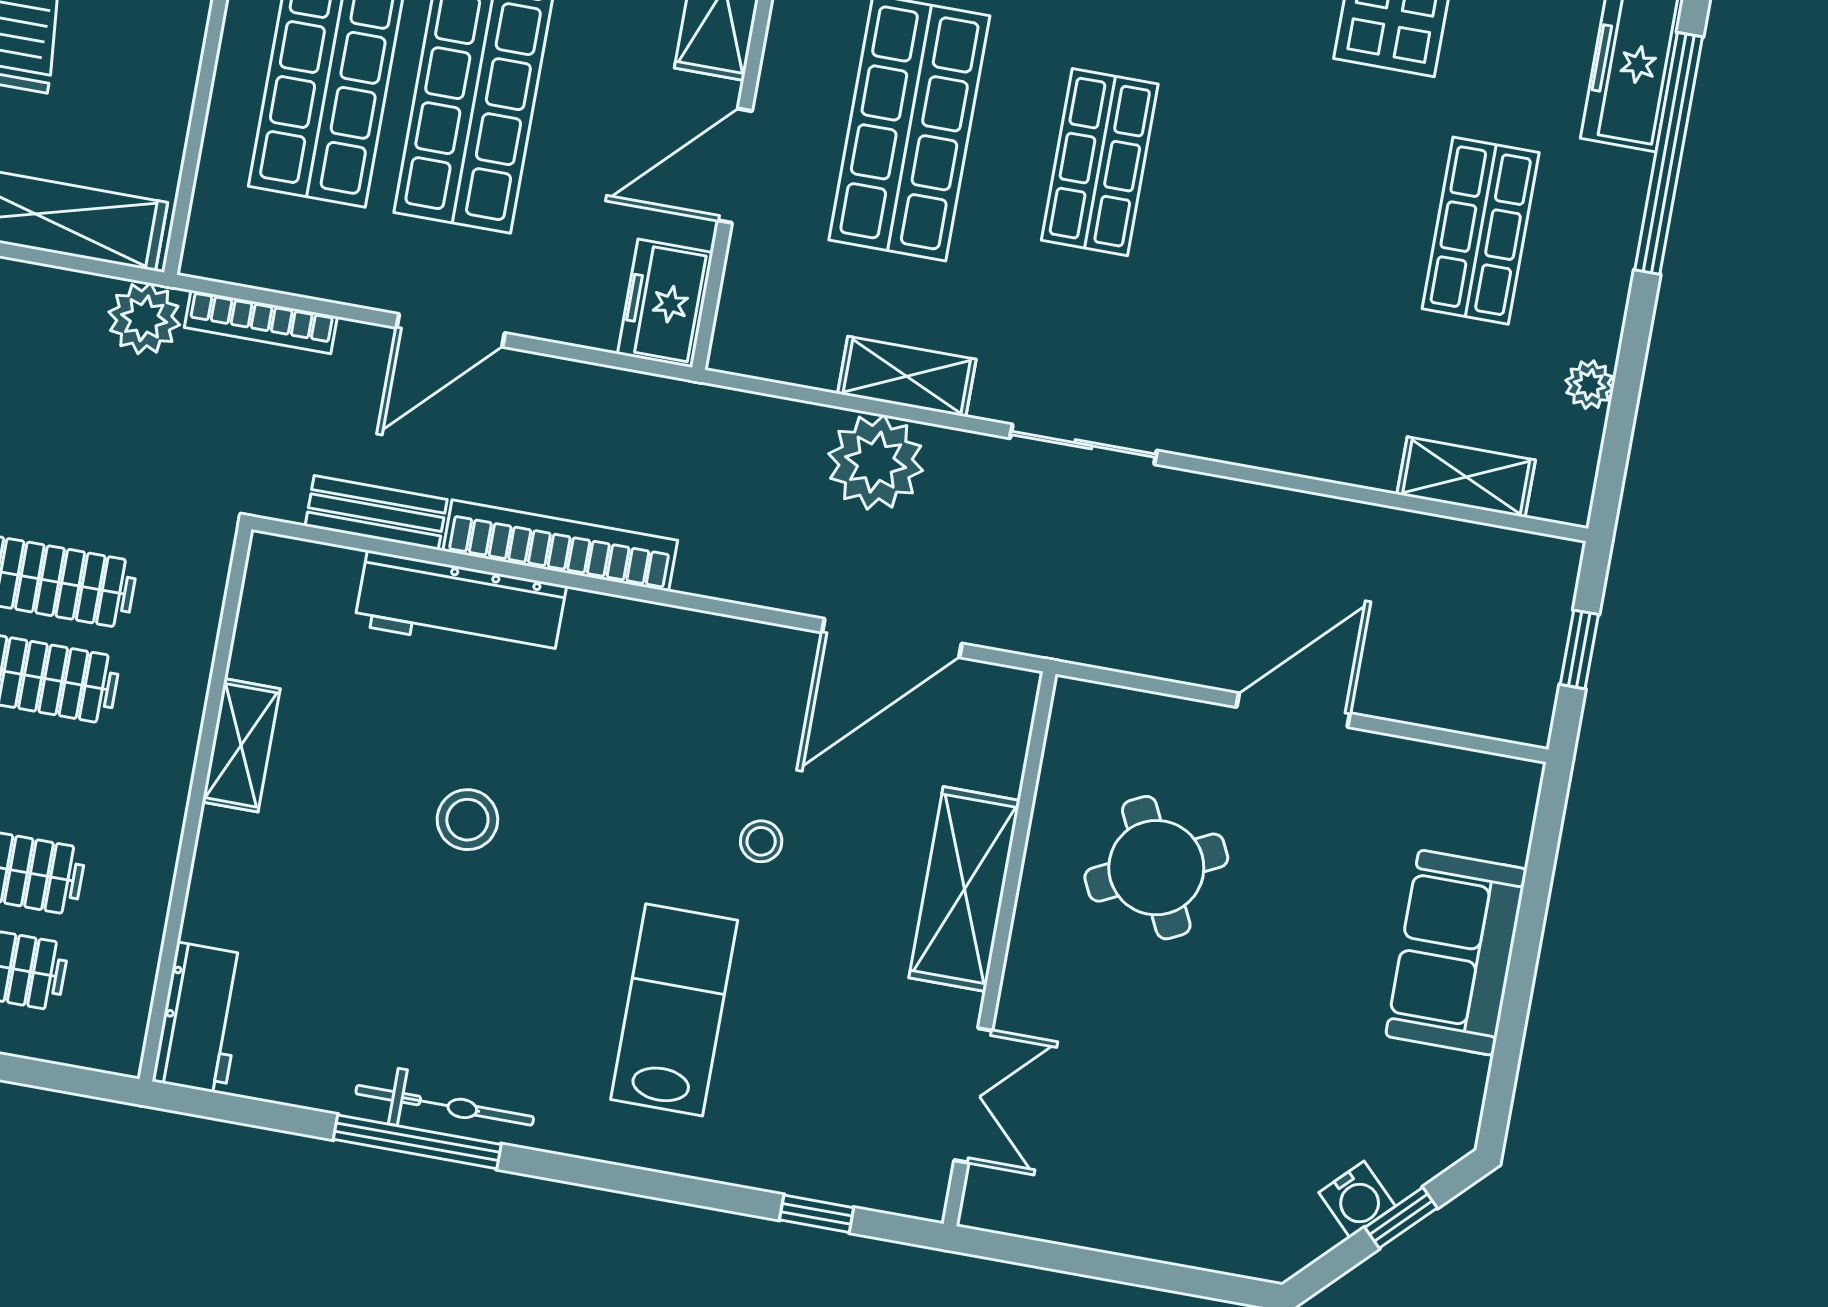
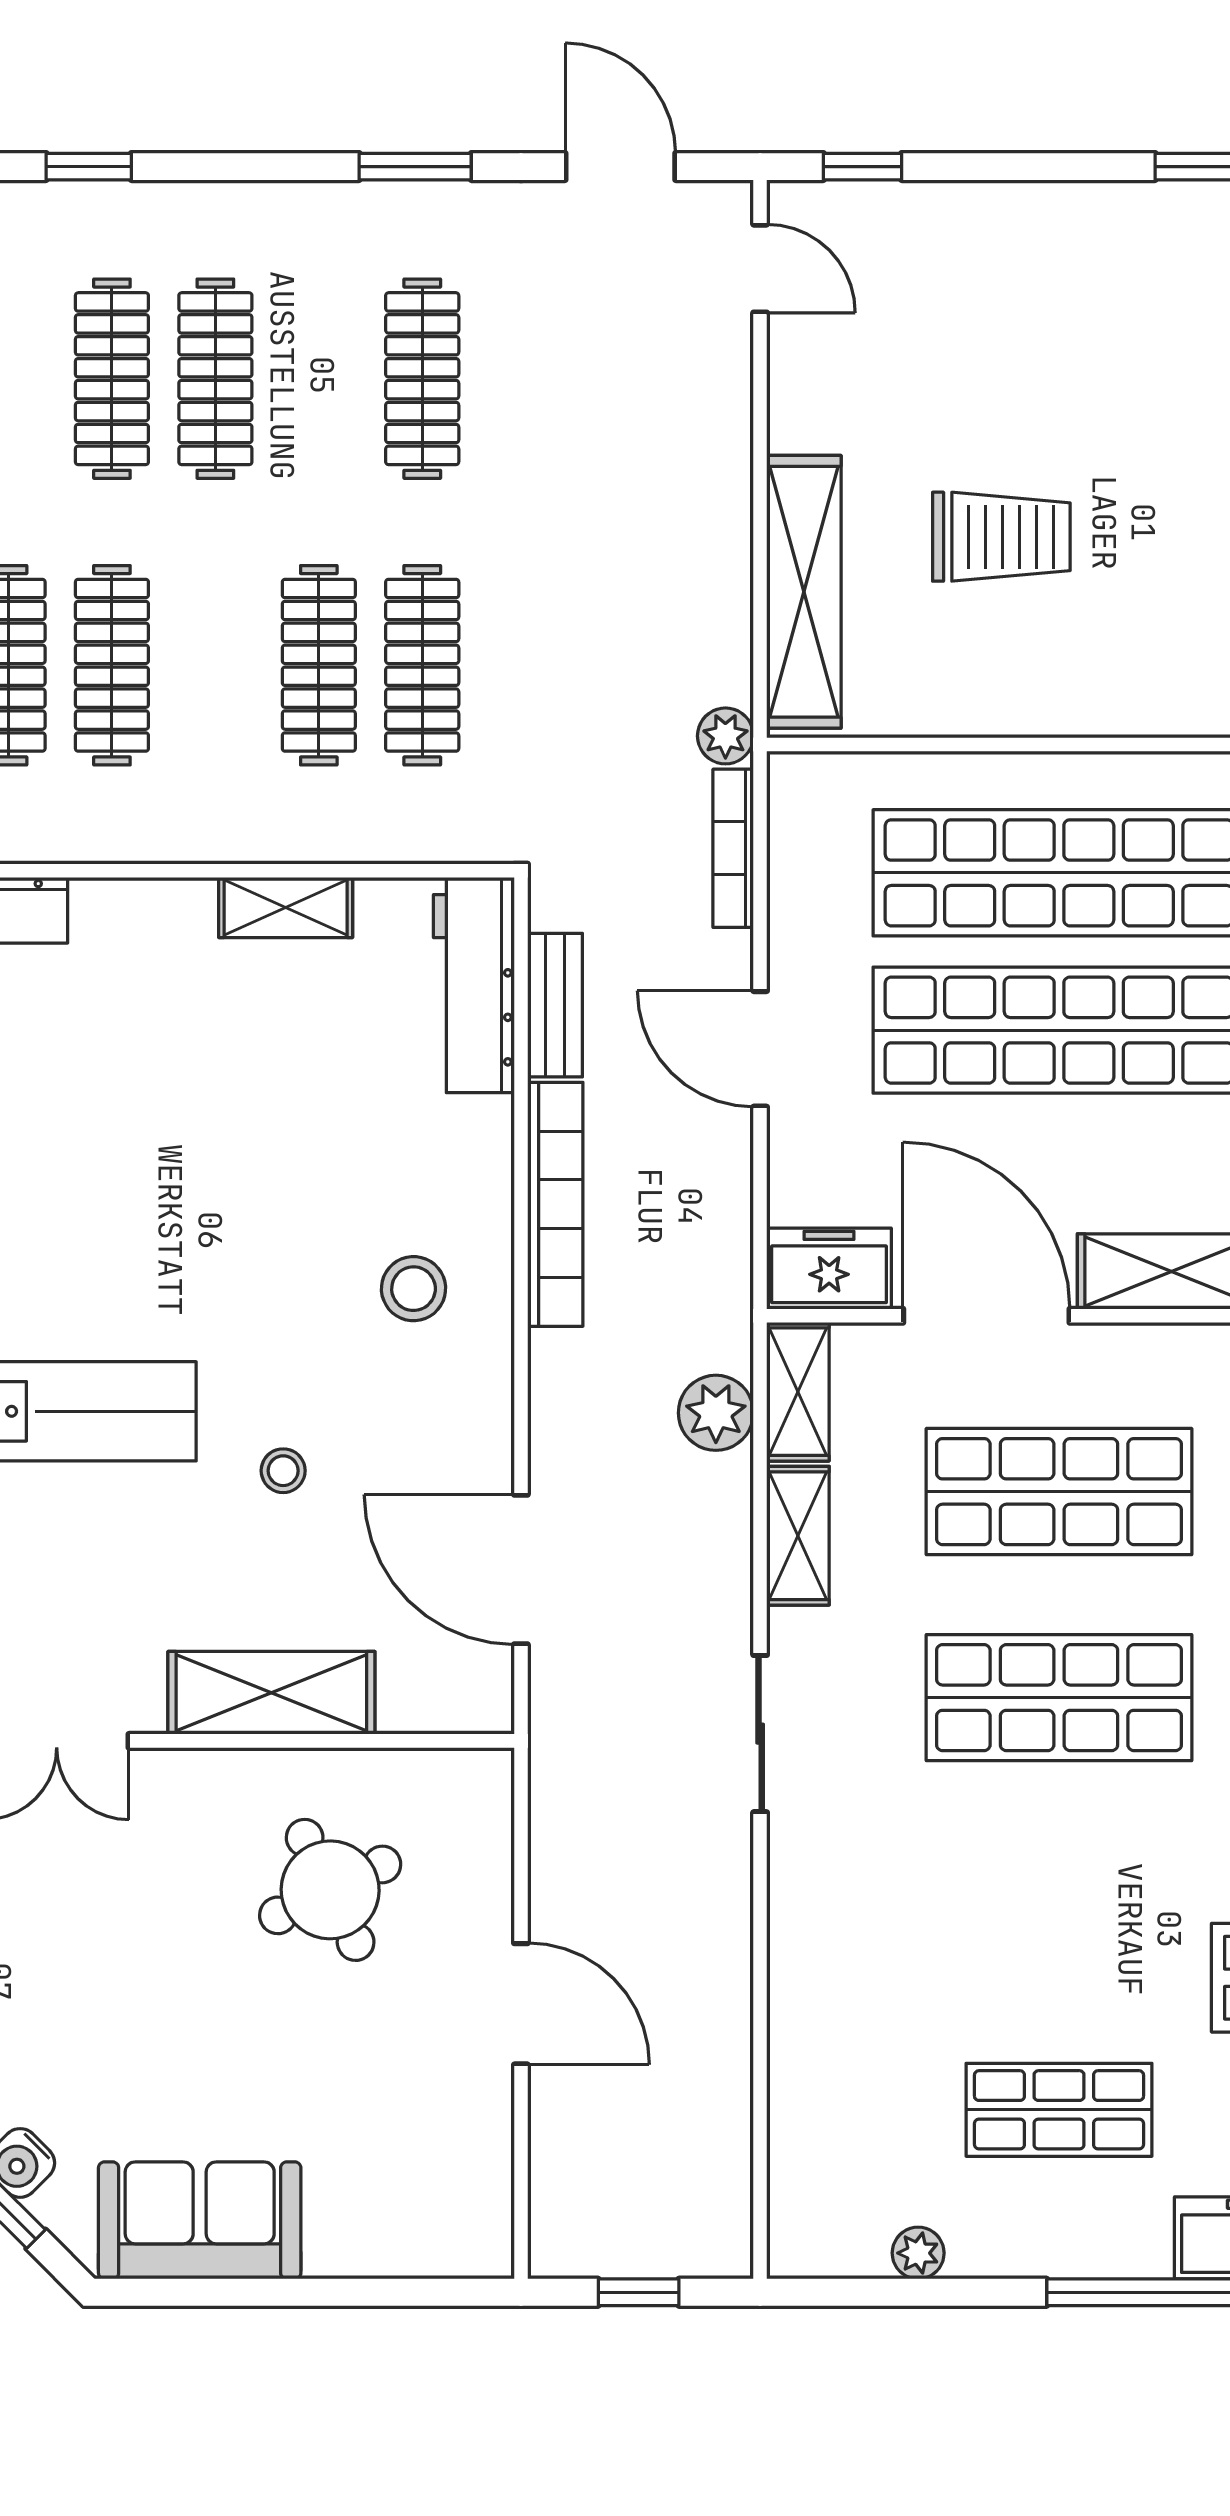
shop shelf: (1100, 162) -> (1059, 1698), width x1.43, depth x1.36
door: (735, 166) -> (986, 1316), width x1.36
plant: (144, 318) -> (725, 736), width x0.73, depth x0.73
plant: (876, 462) -> (716, 1413), moved, width x0.73, depth x0.73
shelving: (1466, 477) -> (798, 1392), moved
workbench: (460, 605) -> (474, 985), moved
stool: (467, 820) -> (414, 1289), moved
sofa: (1456, 953) -> (200, 2220), moved

